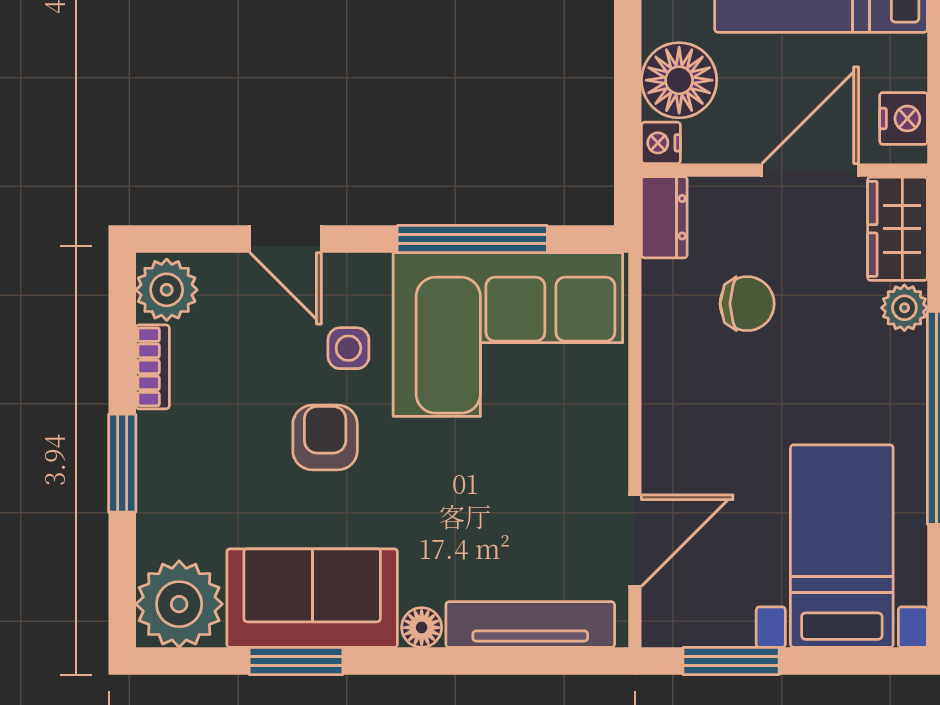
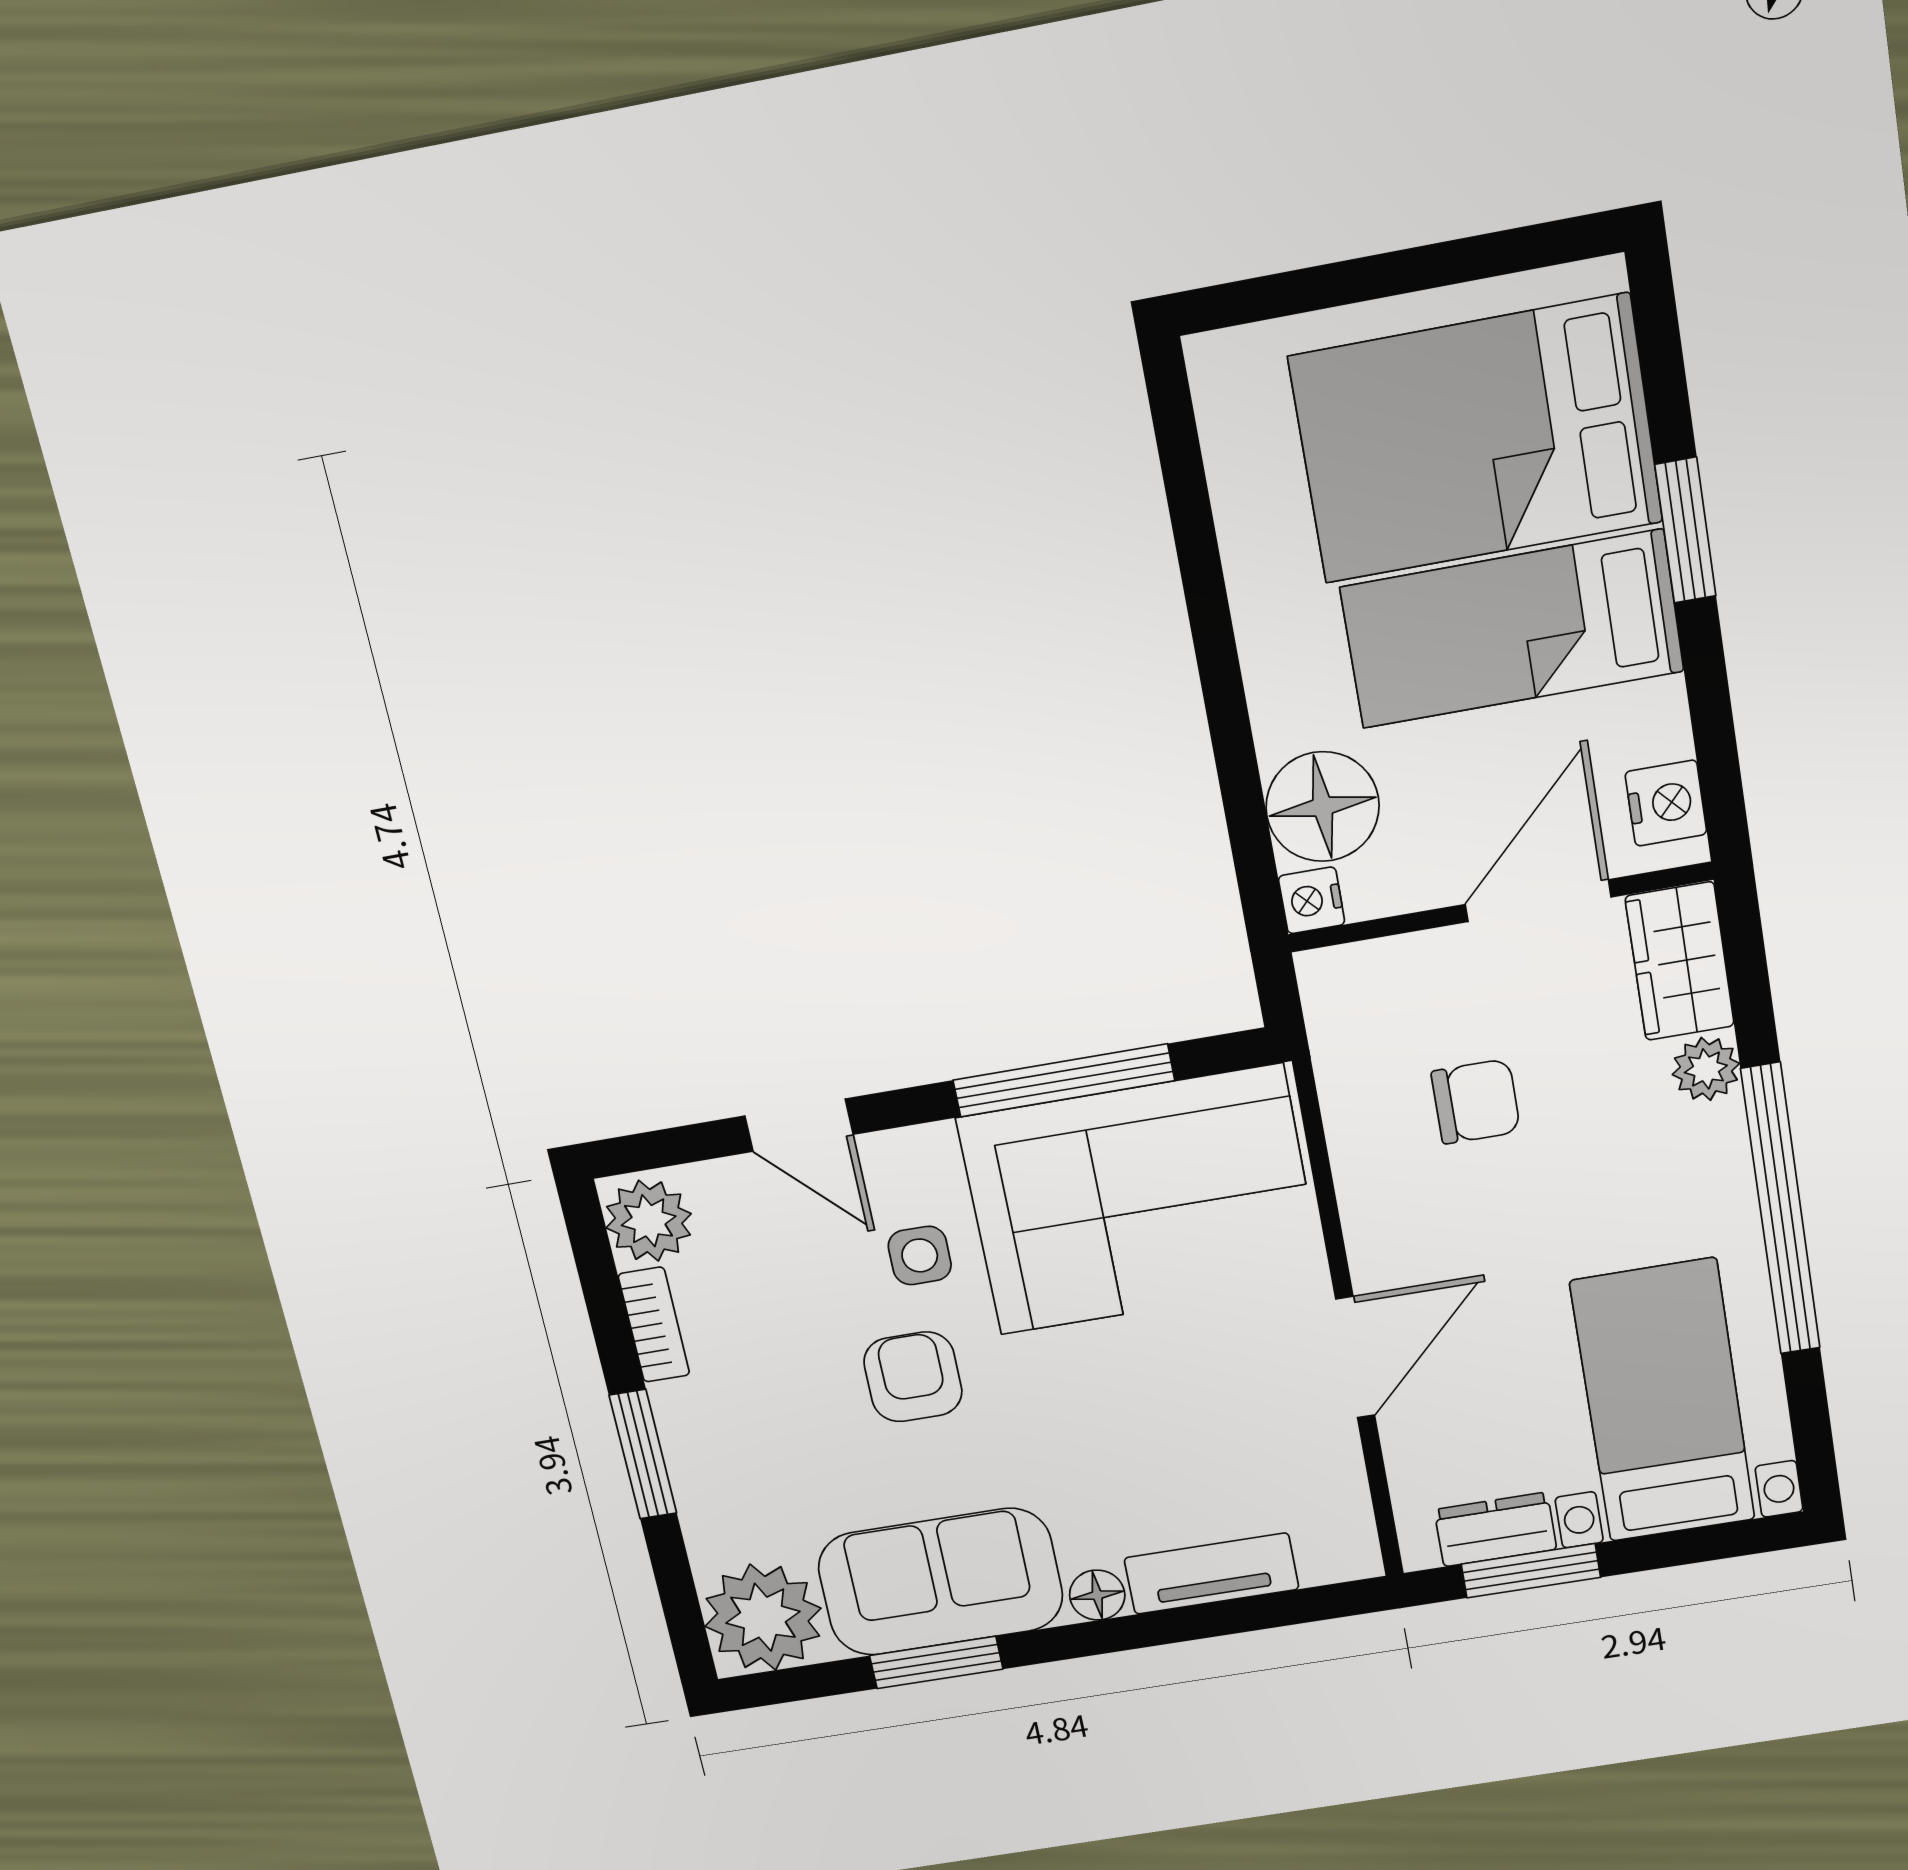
dresser: (664, 217) -> (1495, 1529), moved, turned -90
door: (635, 541) -> (1355, 1357), moved
tv unit: (530, 625) -> (1211, 1574), width x0.71

